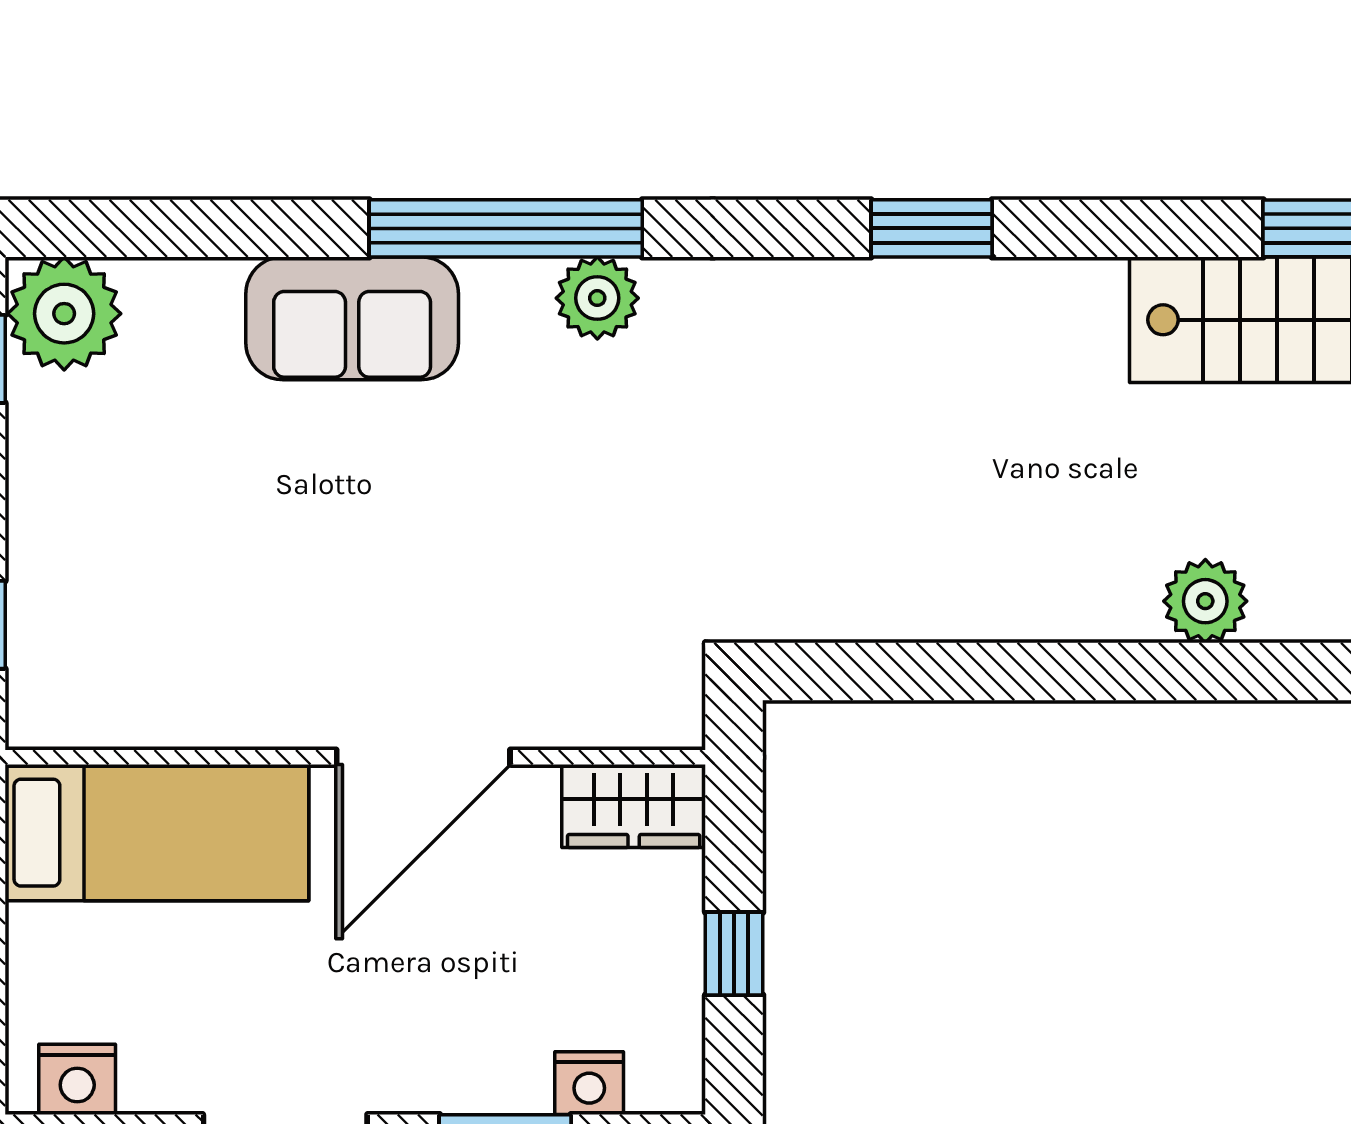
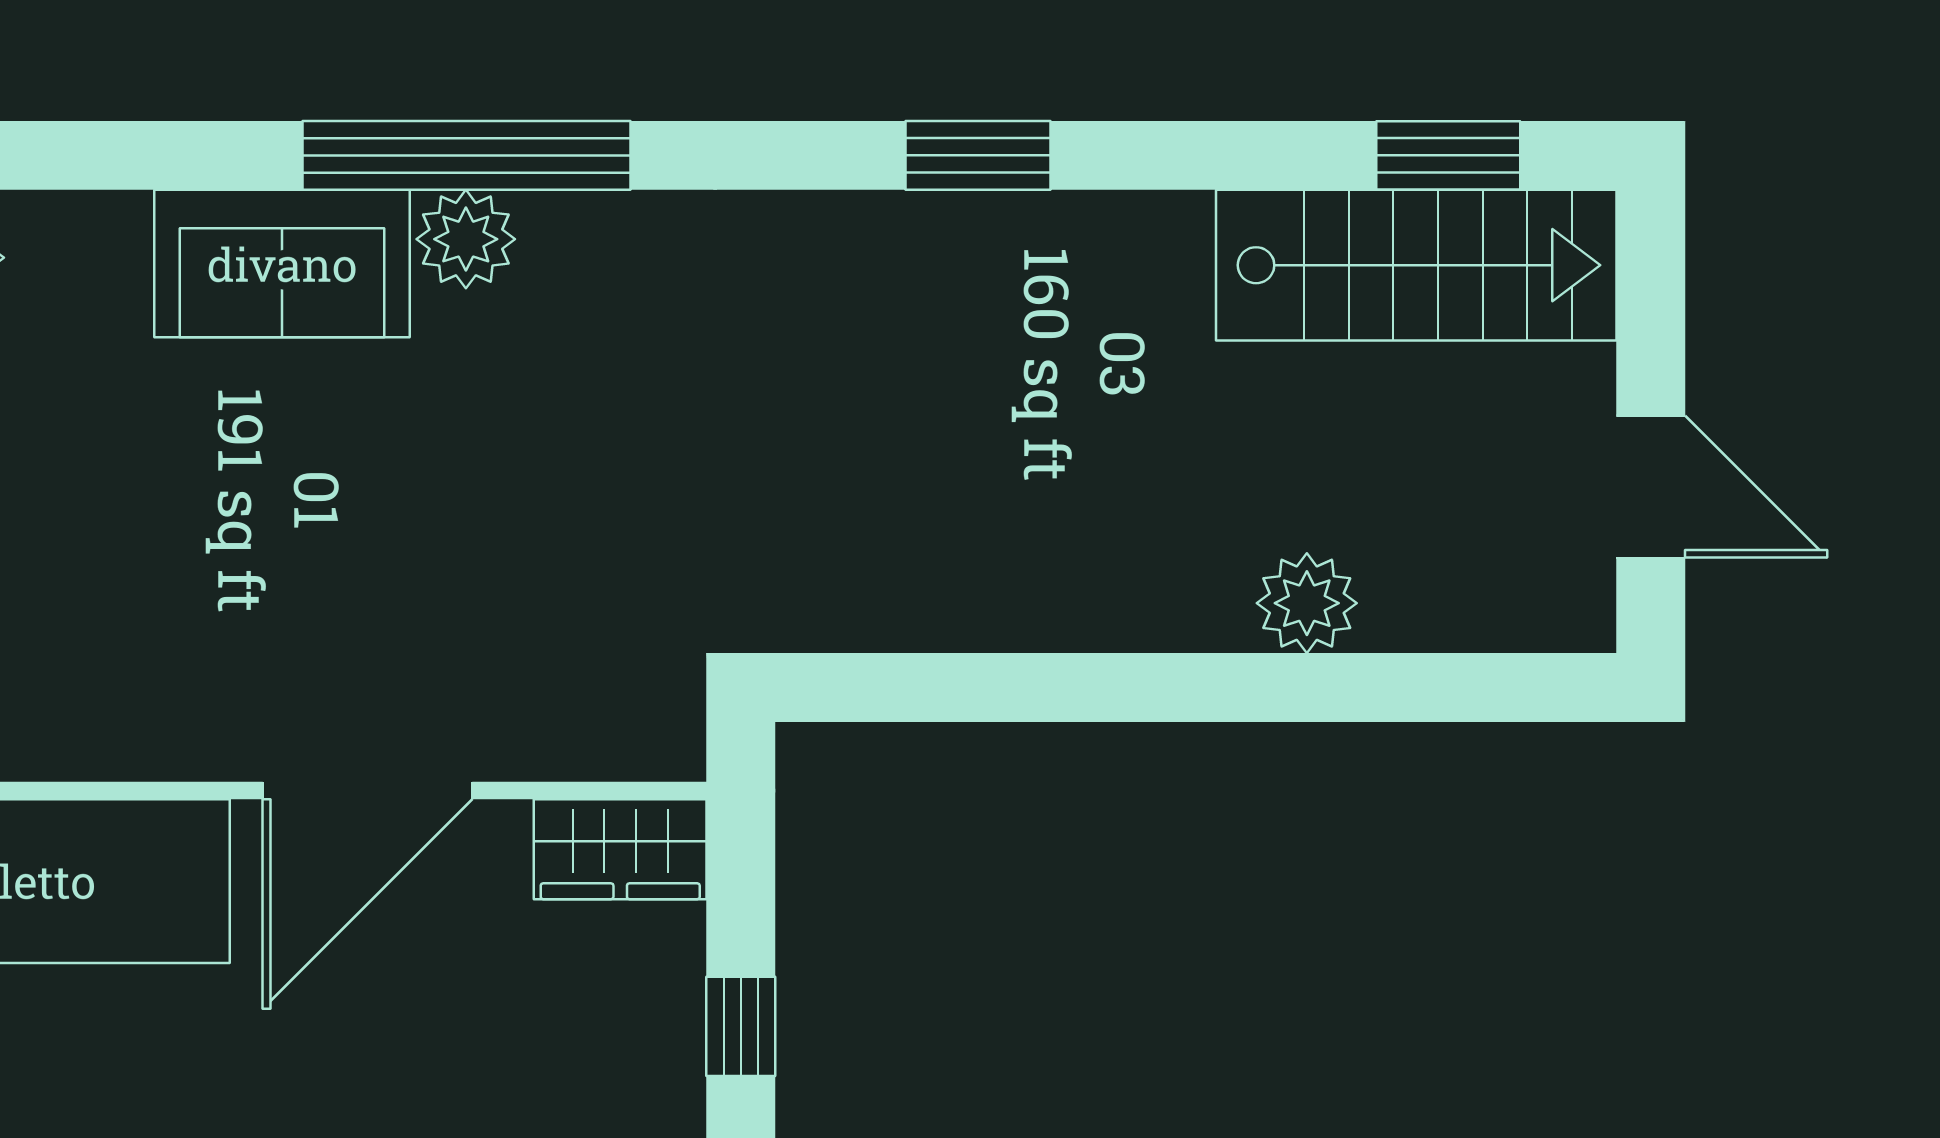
plant: (597, 298) -> (466, 239), moved

